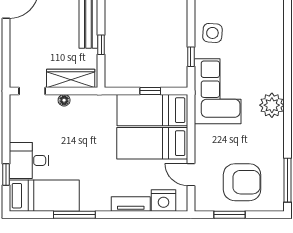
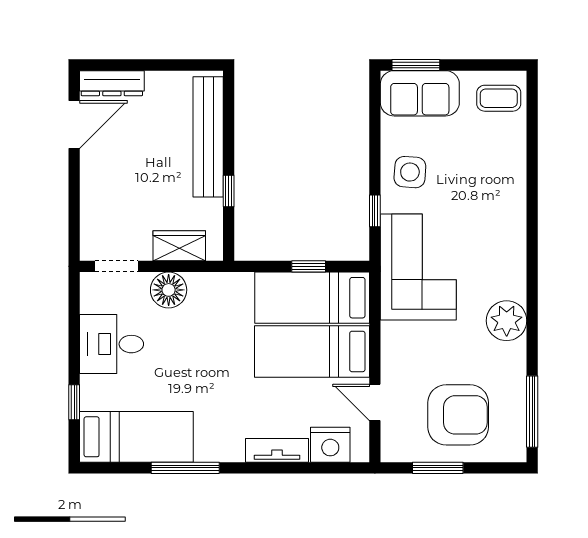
wardrobe: (71, 78) -> (179, 246), width x0.67
floor lamp: (64, 100) -> (169, 290), width x1.89, depth x1.89
plant: (272, 105) -> (507, 321), moved
desk: (29, 160) -> (112, 344), moved

